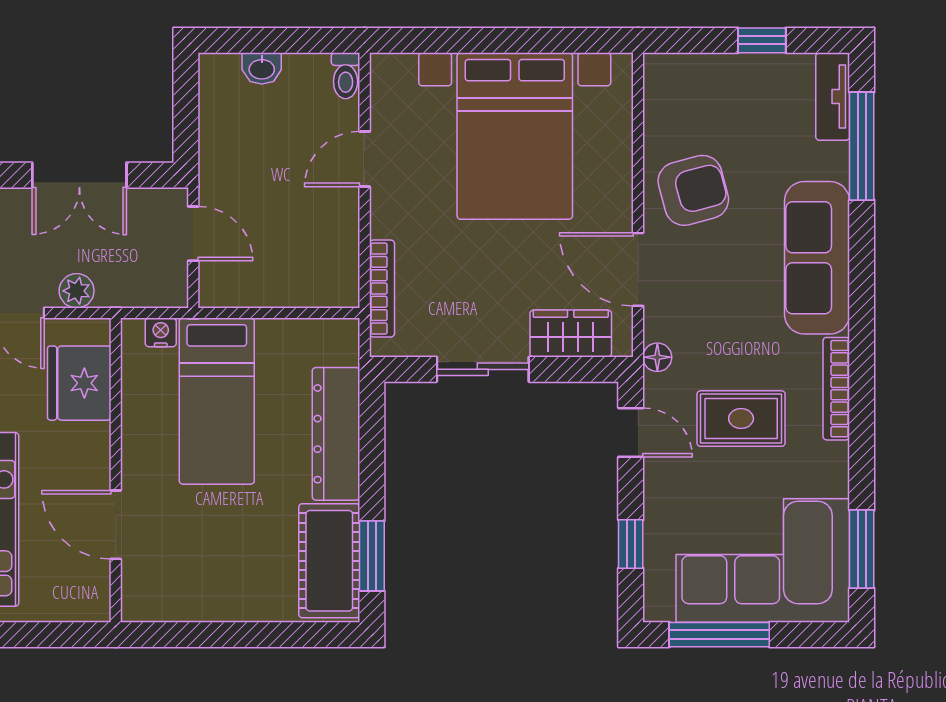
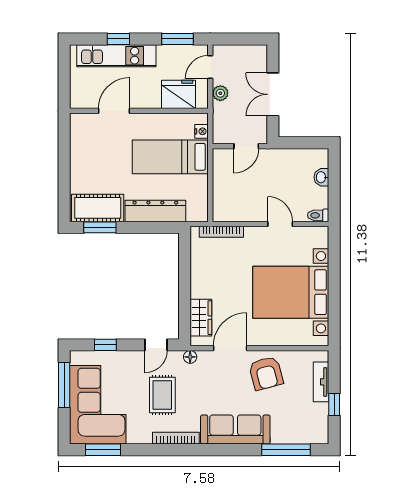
tv unit: (833, 97) -> (321, 382), moved, turned -90
sliding door: (483, 369) -> (185, 278), removed

